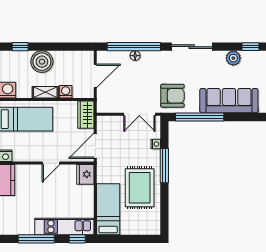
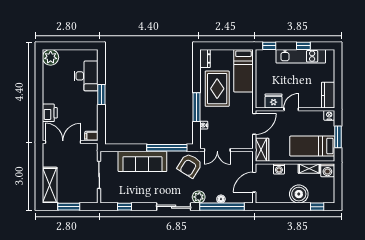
plant: (233, 58) -> (199, 197), moved
shelving: (45, 92) -> (309, 168), moved
armchair: (172, 96) -> (190, 166), turned -58
double door: (139, 114) -> (217, 150), swing flipped
fridge: (85, 174) -> (274, 101), moved, turned -90
dresser: (154, 224) -> (205, 58), added
kitchen unit: (64, 227) -> (301, 56), moved
window: (36, 239) -> (303, 46), width x0.46

